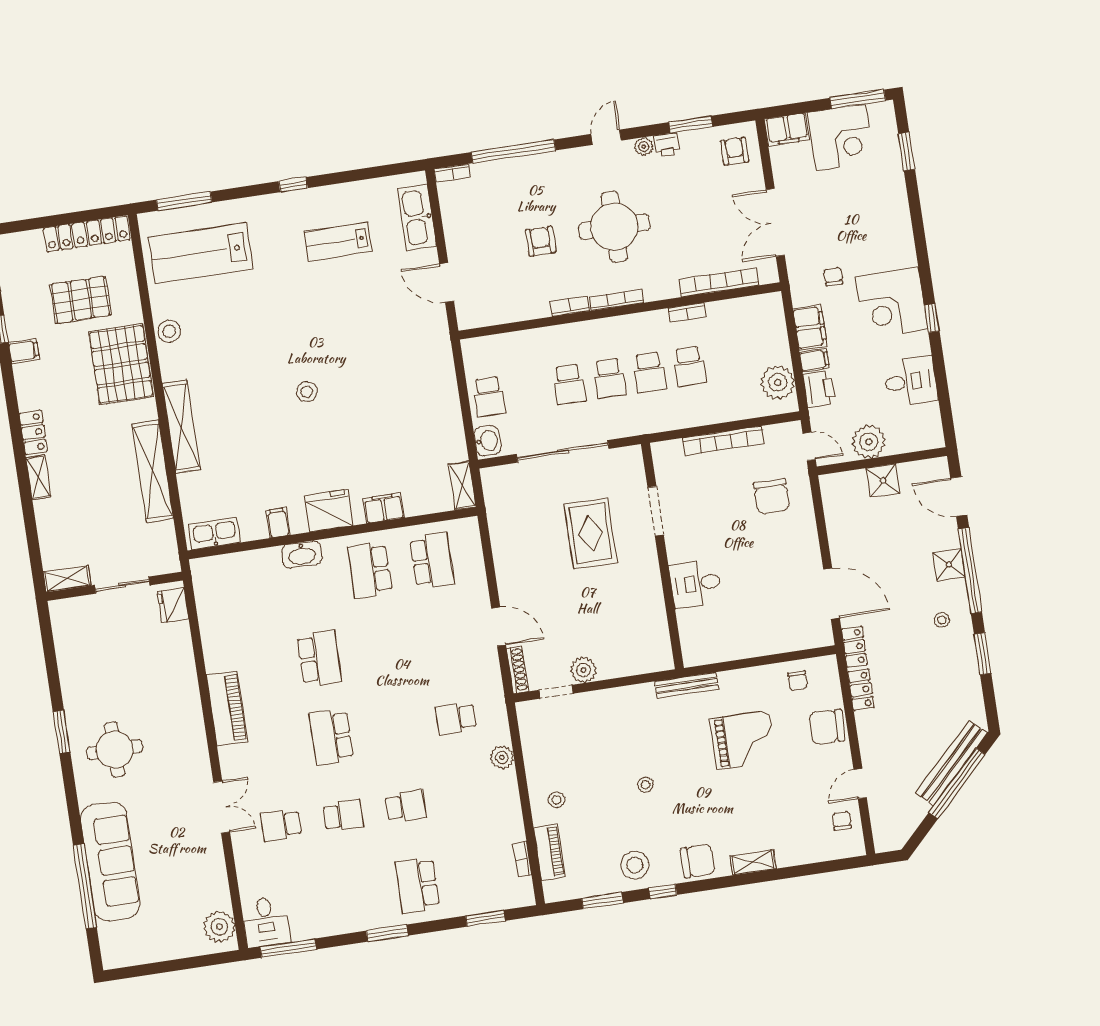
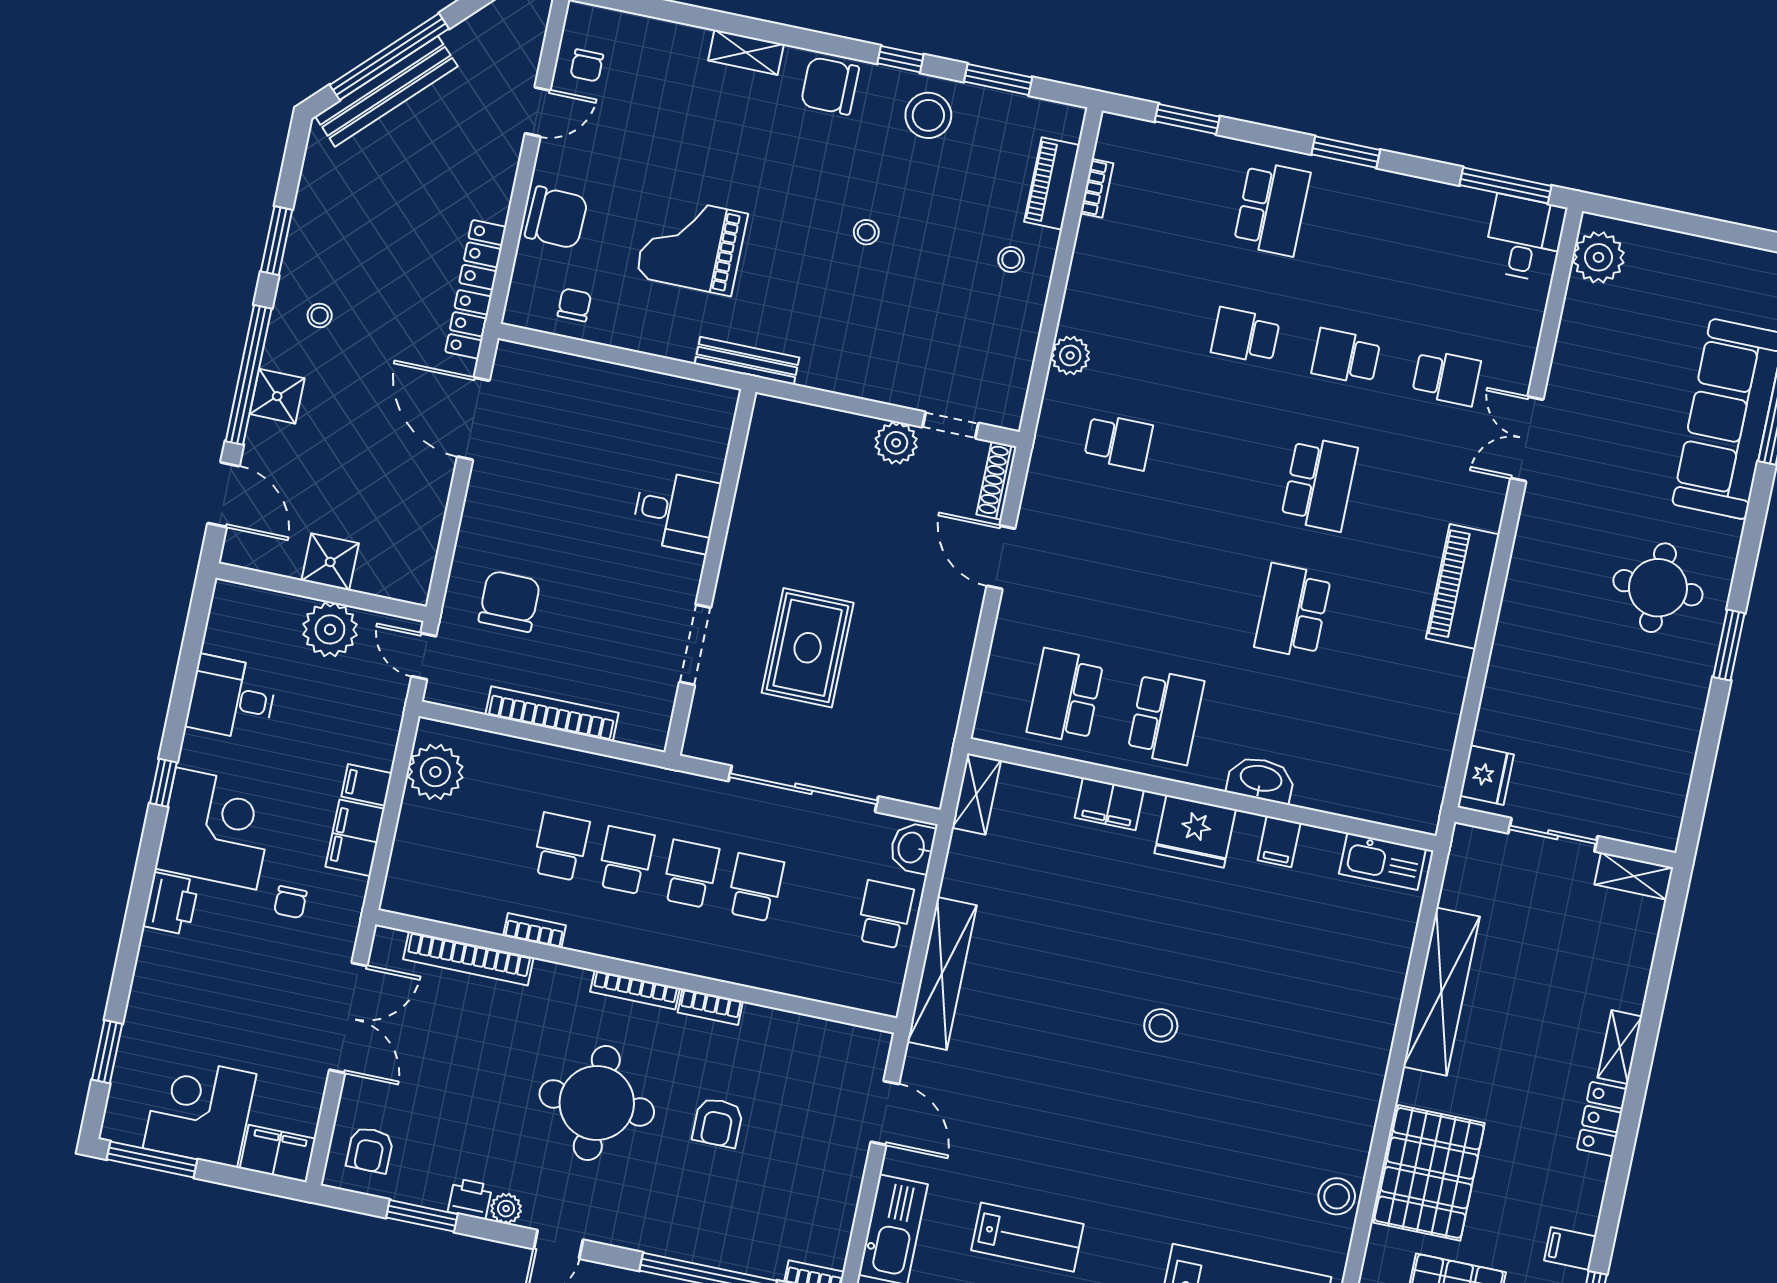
printer: (819, 389) -> (171, 903), moved, turned 180
shelving: (181, 427) -> (942, 974), moved

